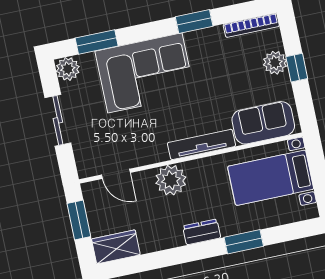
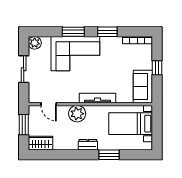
window: (97, 42) -> (73, 32), moved
plant: (275, 63) -> (146, 63), removed
sofa: (263, 123) -> (143, 87), moved, turned -90

